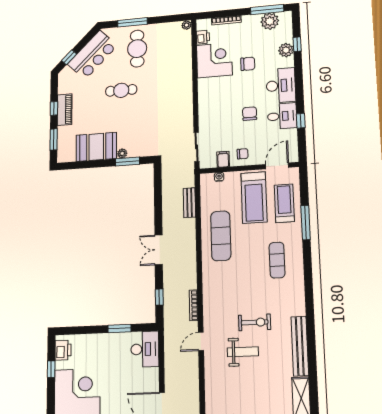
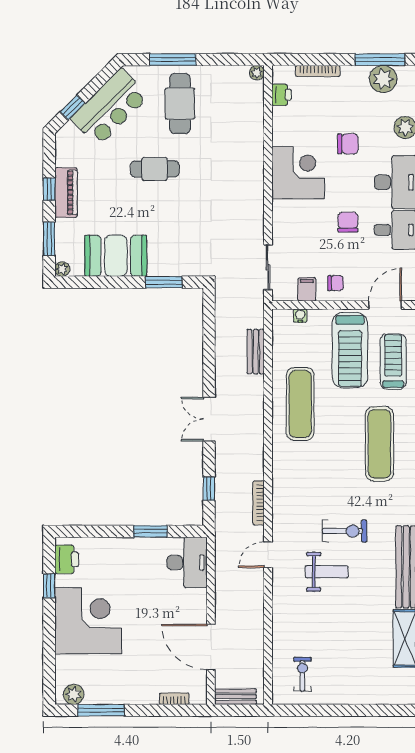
corner desk: (214, 60) -> (298, 173), moved
plant: (122, 153) -> (62, 269), moved
exercise mat: (277, 260) -> (379, 444), width x1.36, depth x1.45

